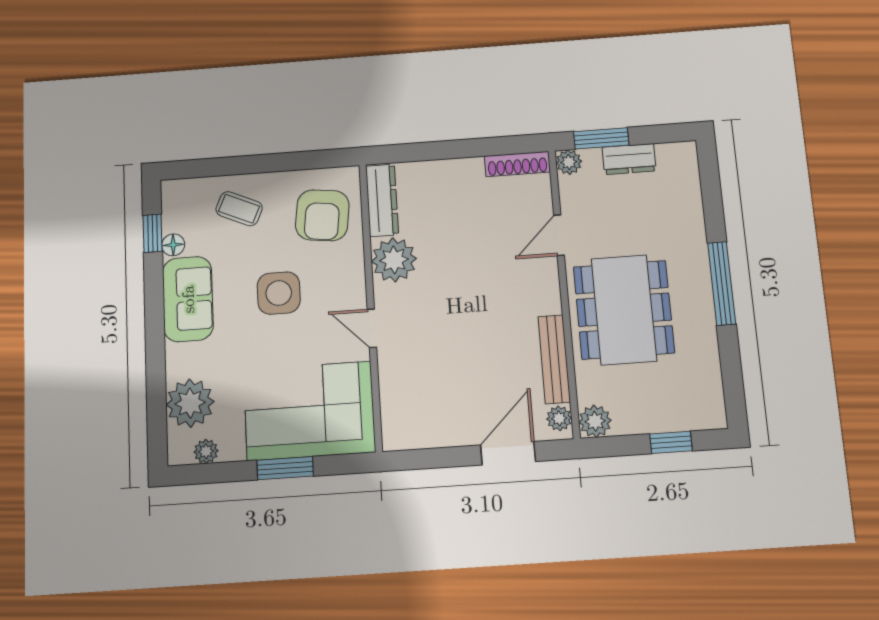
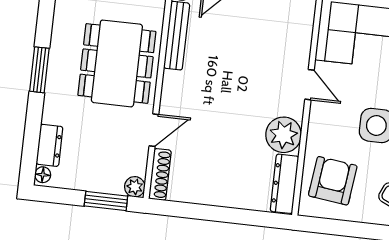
floor lamp: (688, 155) -> (43, 175), added
dresser: (629, 159) -> (49, 145), moved, turned 90
shoe rack: (517, 164) -> (160, 174), moved, turned 90
window: (722, 283) -> (39, 70), width x0.69

